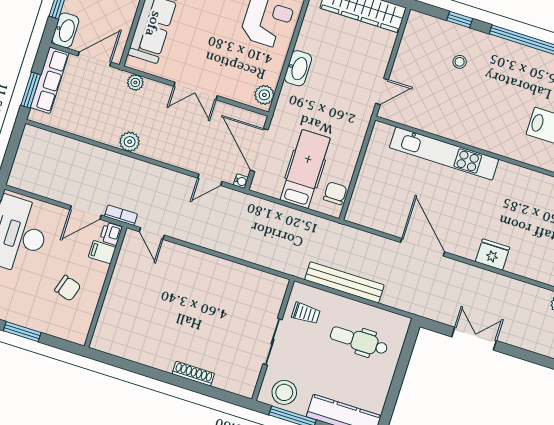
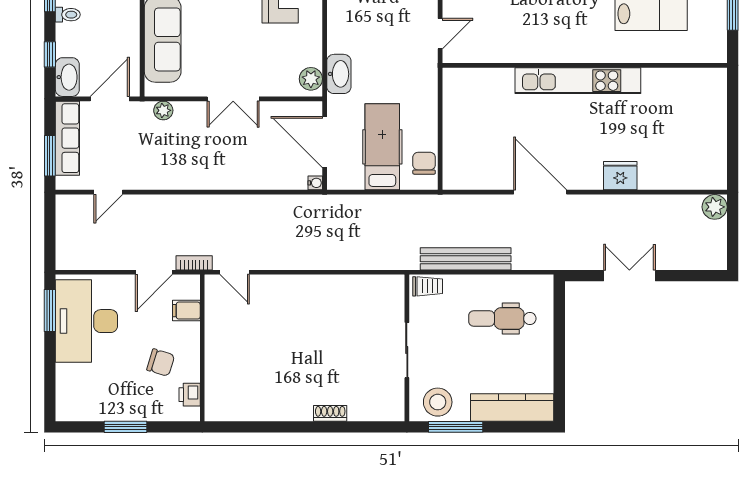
washbasin: (298, 68) -> (339, 74), moved
plant: (130, 142) -> (178, 178), removed
kitchen unit: (444, 153) -> (578, 81), moved
door: (210, 180) -> (108, 192), moved
printer: (111, 234) -> (190, 395), moved
trolley: (306, 313) -> (428, 286), moved
shoe rack: (193, 374) -> (330, 413), width x0.70

